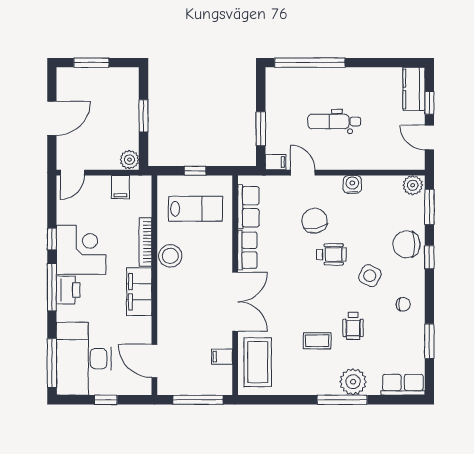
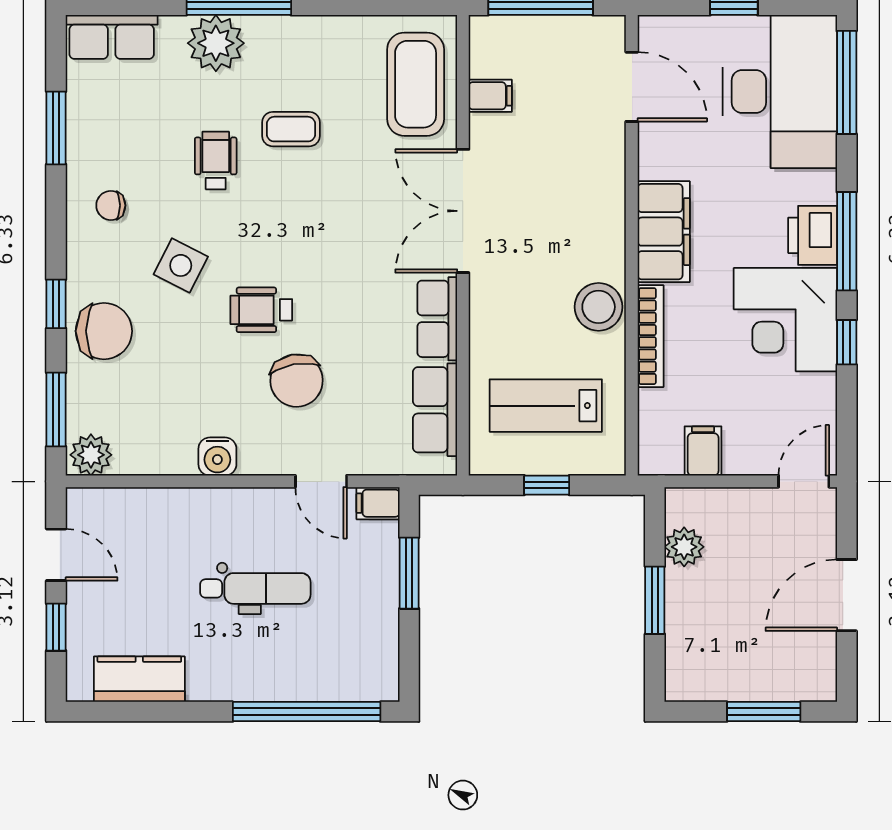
kitchen counter: (414, 89) -> (139, 679), moved, turned -90
plant: (129, 160) -> (684, 547), moved

